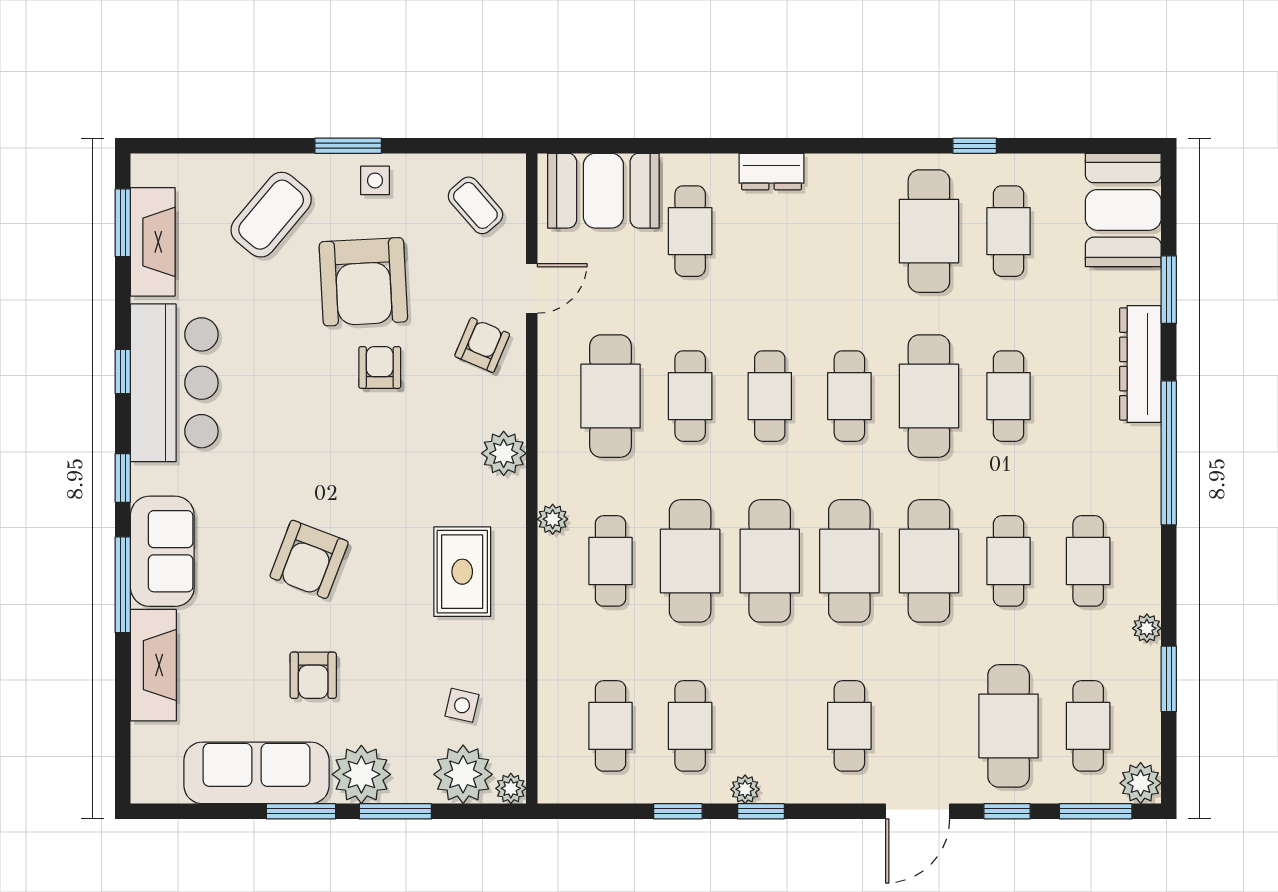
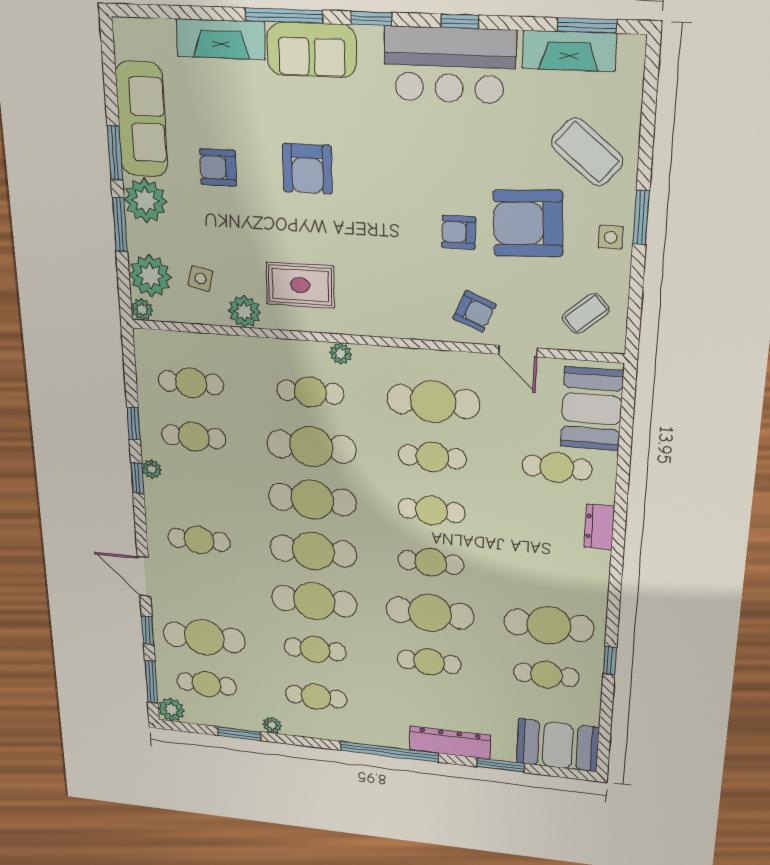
armchair: (380, 367) -> (459, 232), turned 180
plant: (504, 453) -> (244, 312), moved
armchair: (309, 559) -> (307, 169), turned -111

